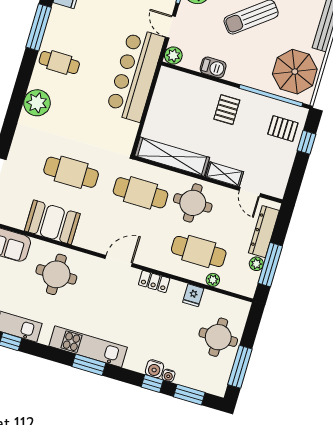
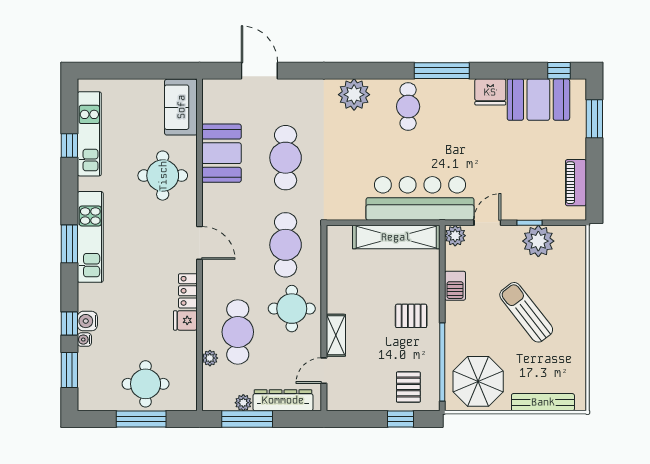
shelving: (172, 157) -> (396, 237), moved, turned 90
fridge: (193, 295) -> (185, 320), moved
window: (240, 367) -> (141, 419), moved

